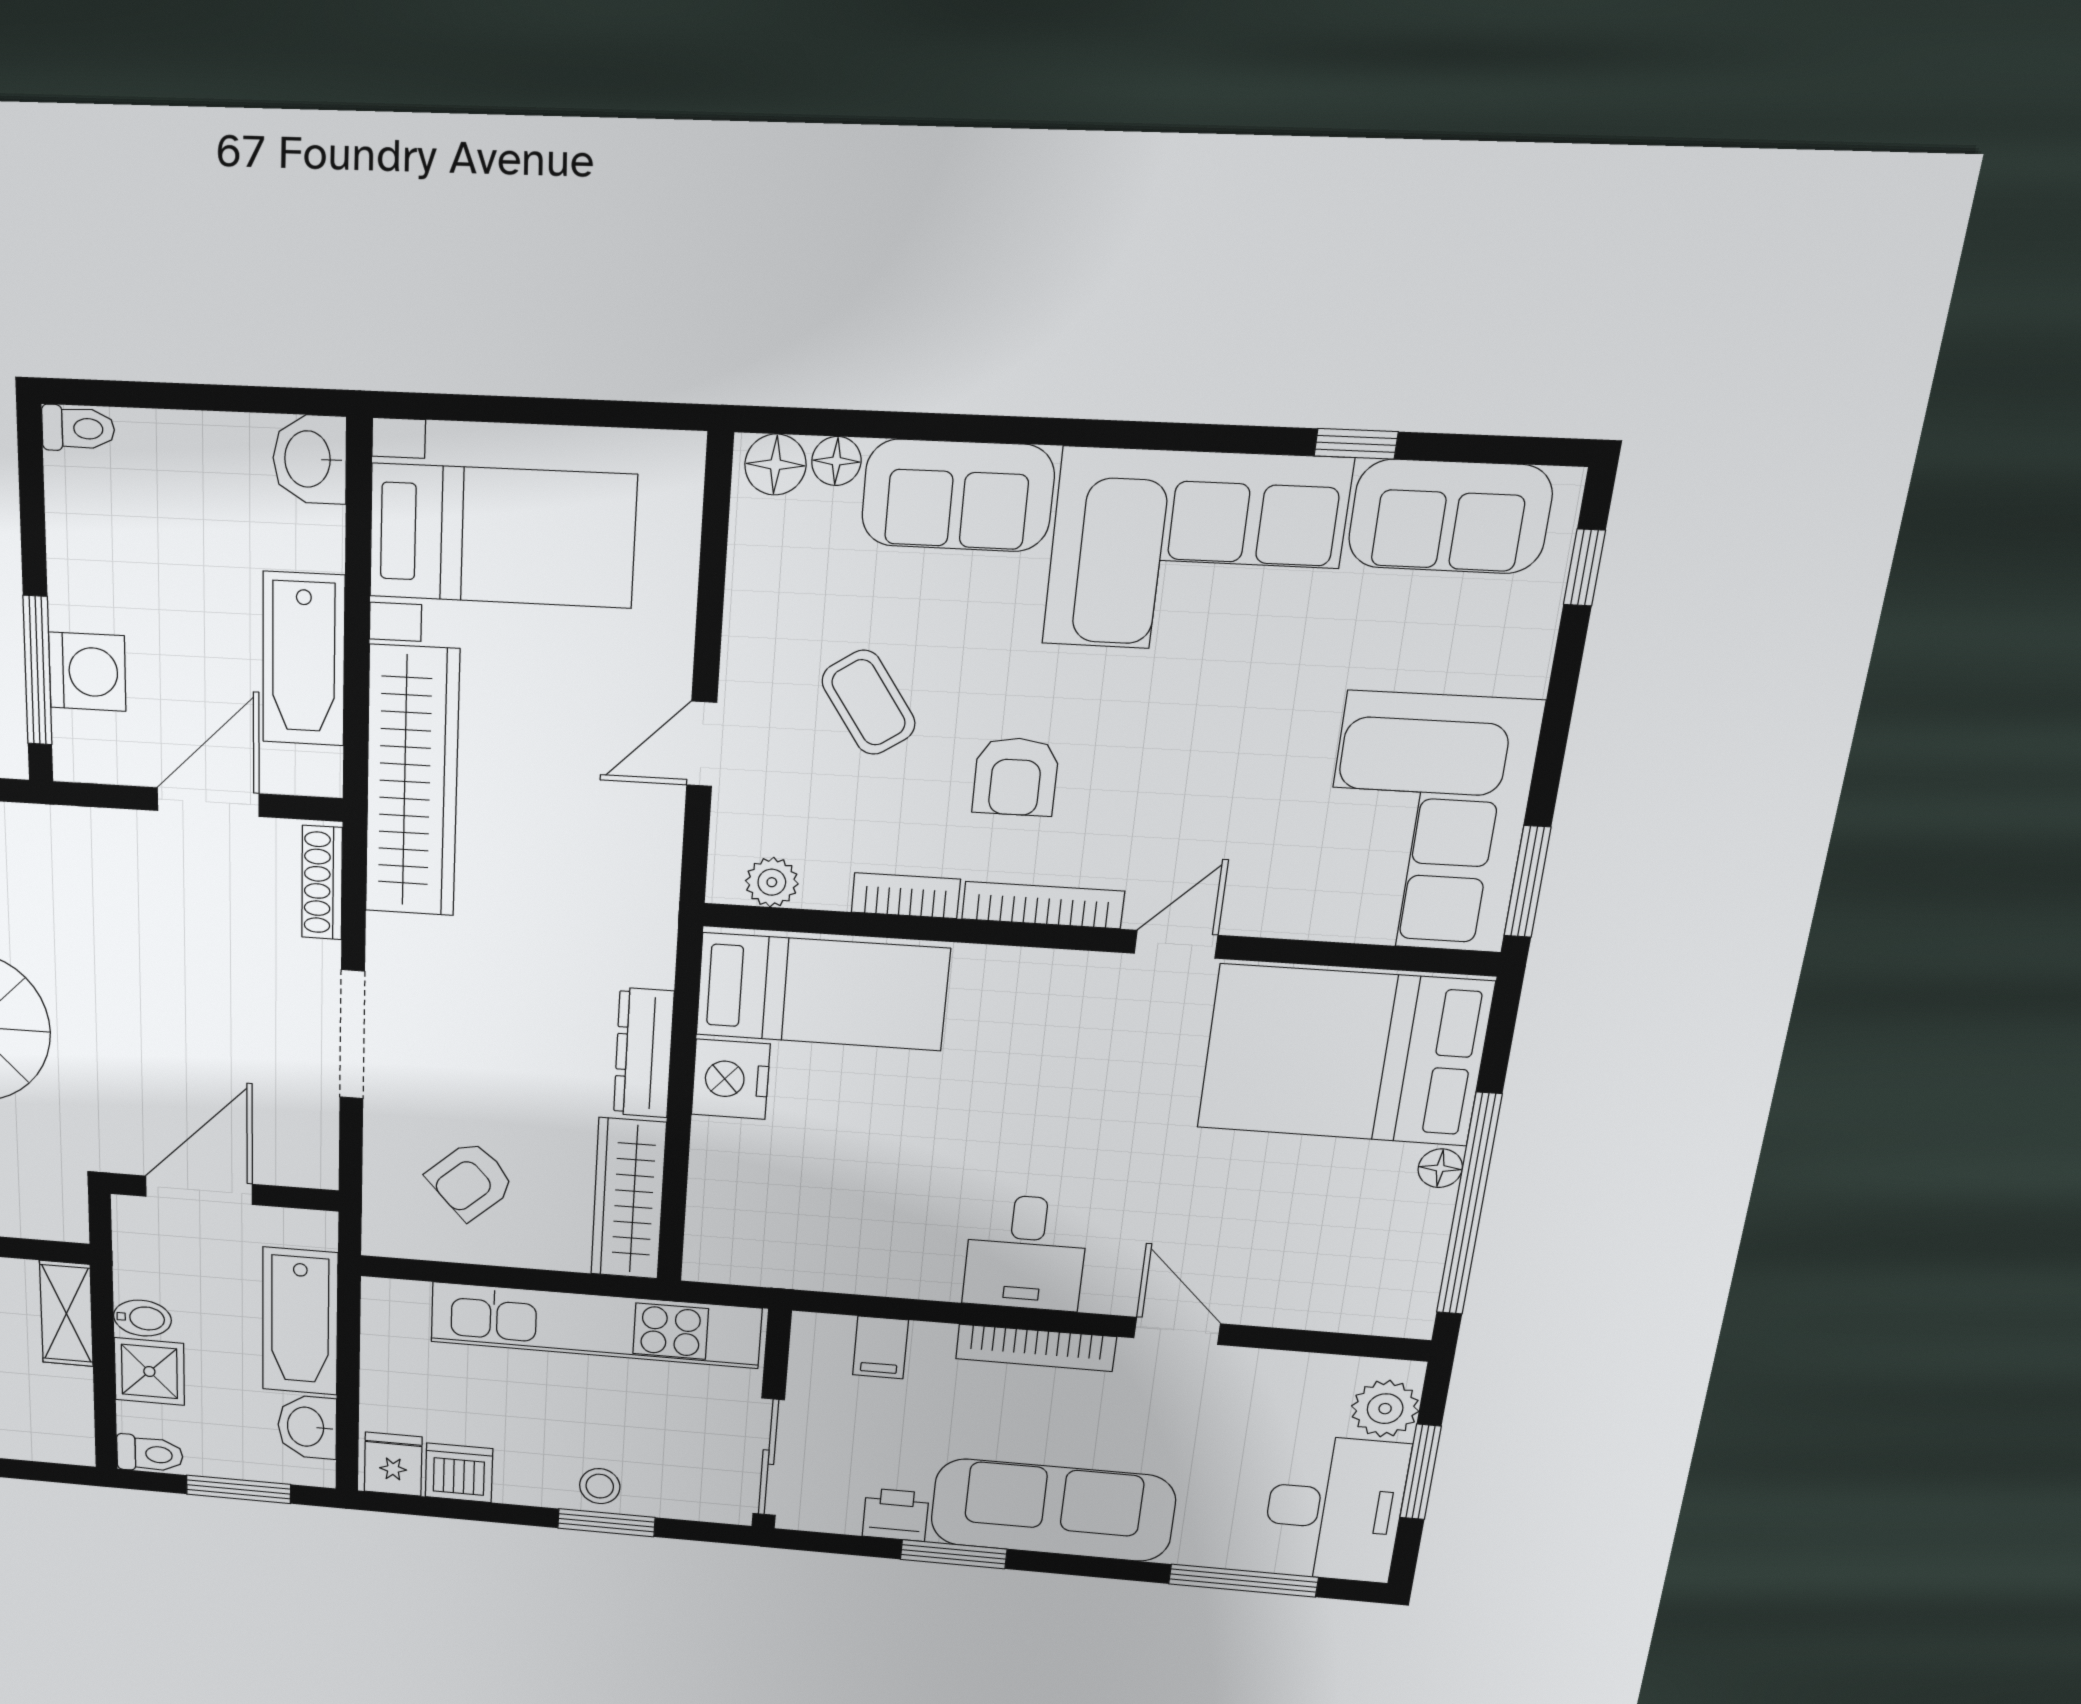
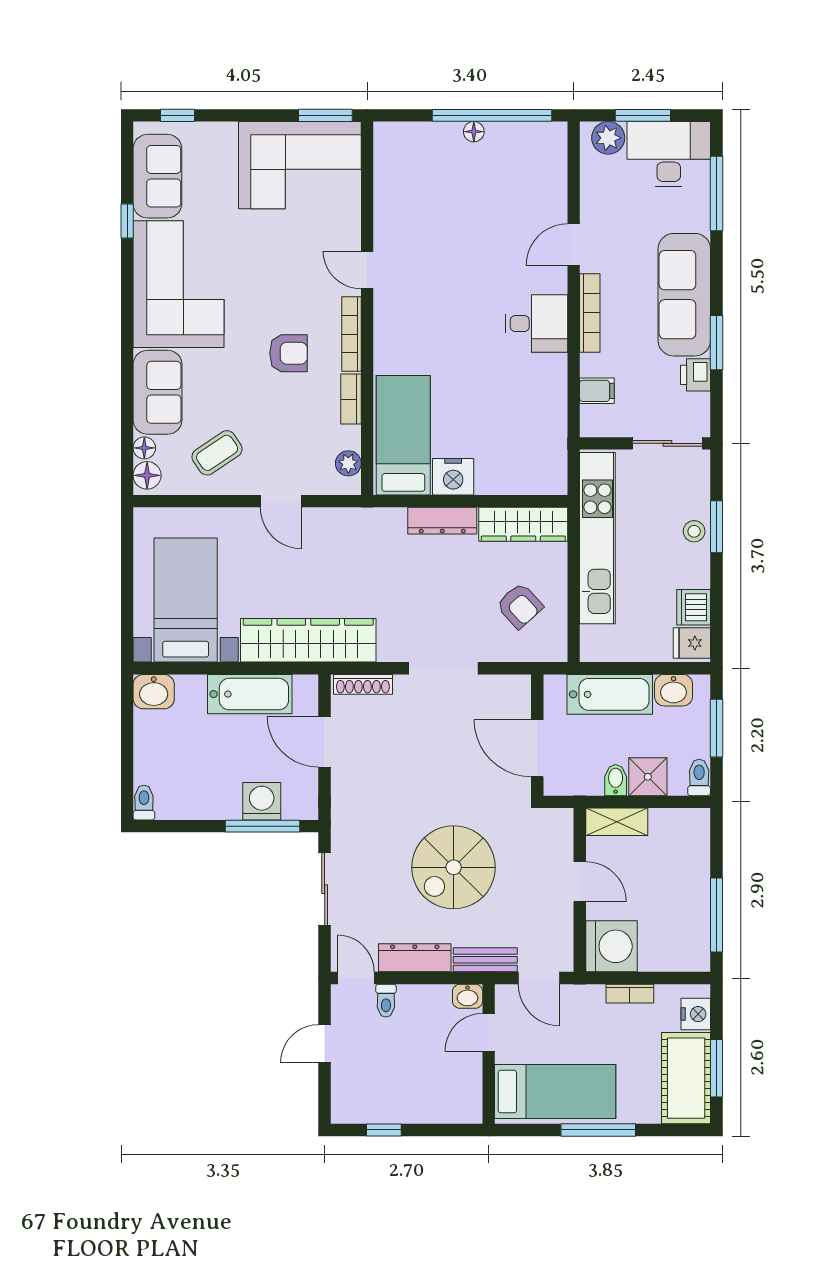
coffee table: (869, 702) -> (217, 453), moved
bed: (1344, 1055) -> (418, 185), removed

